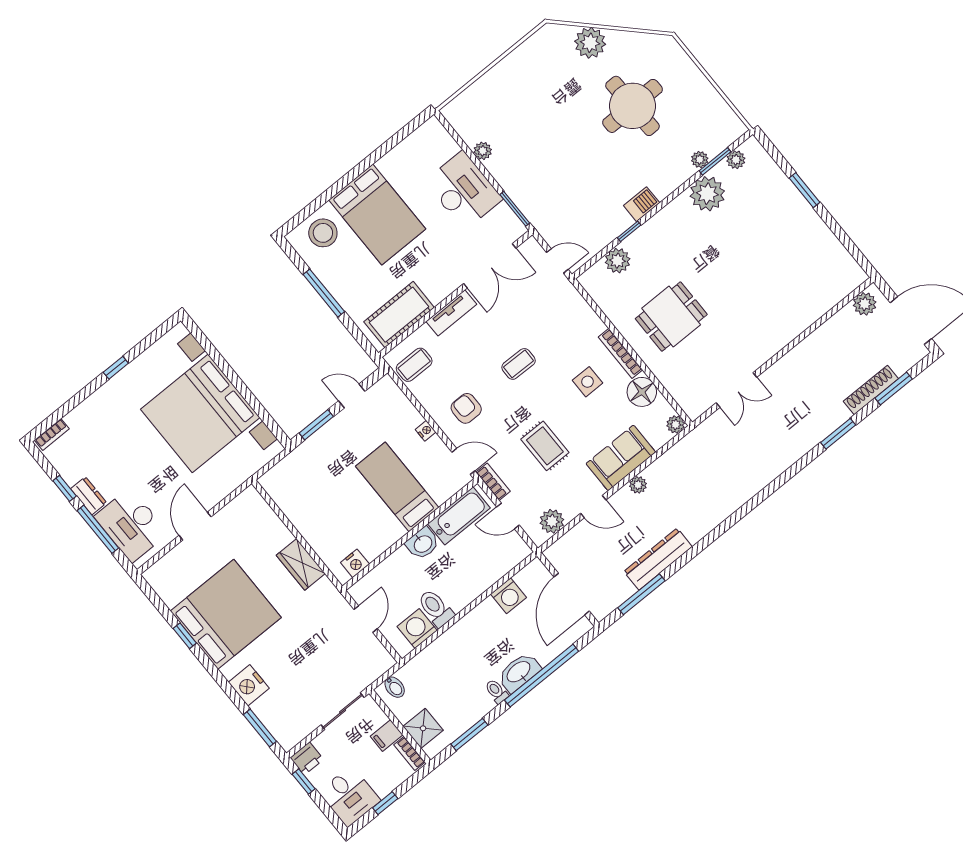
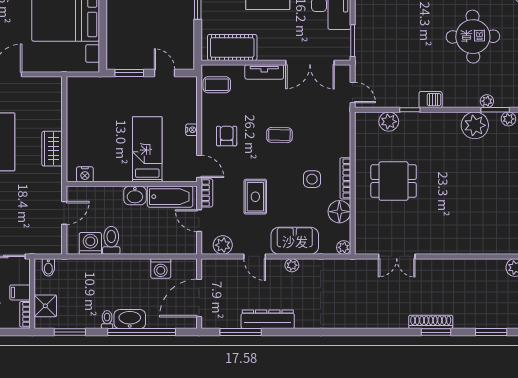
shoe rack: (871, 390) -> (431, 322), moved

